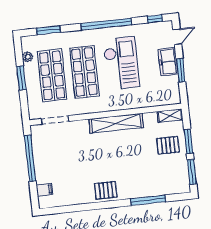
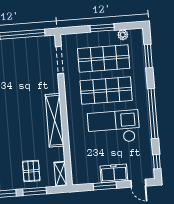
checkout: (121, 63) -> (114, 127), turned 180

